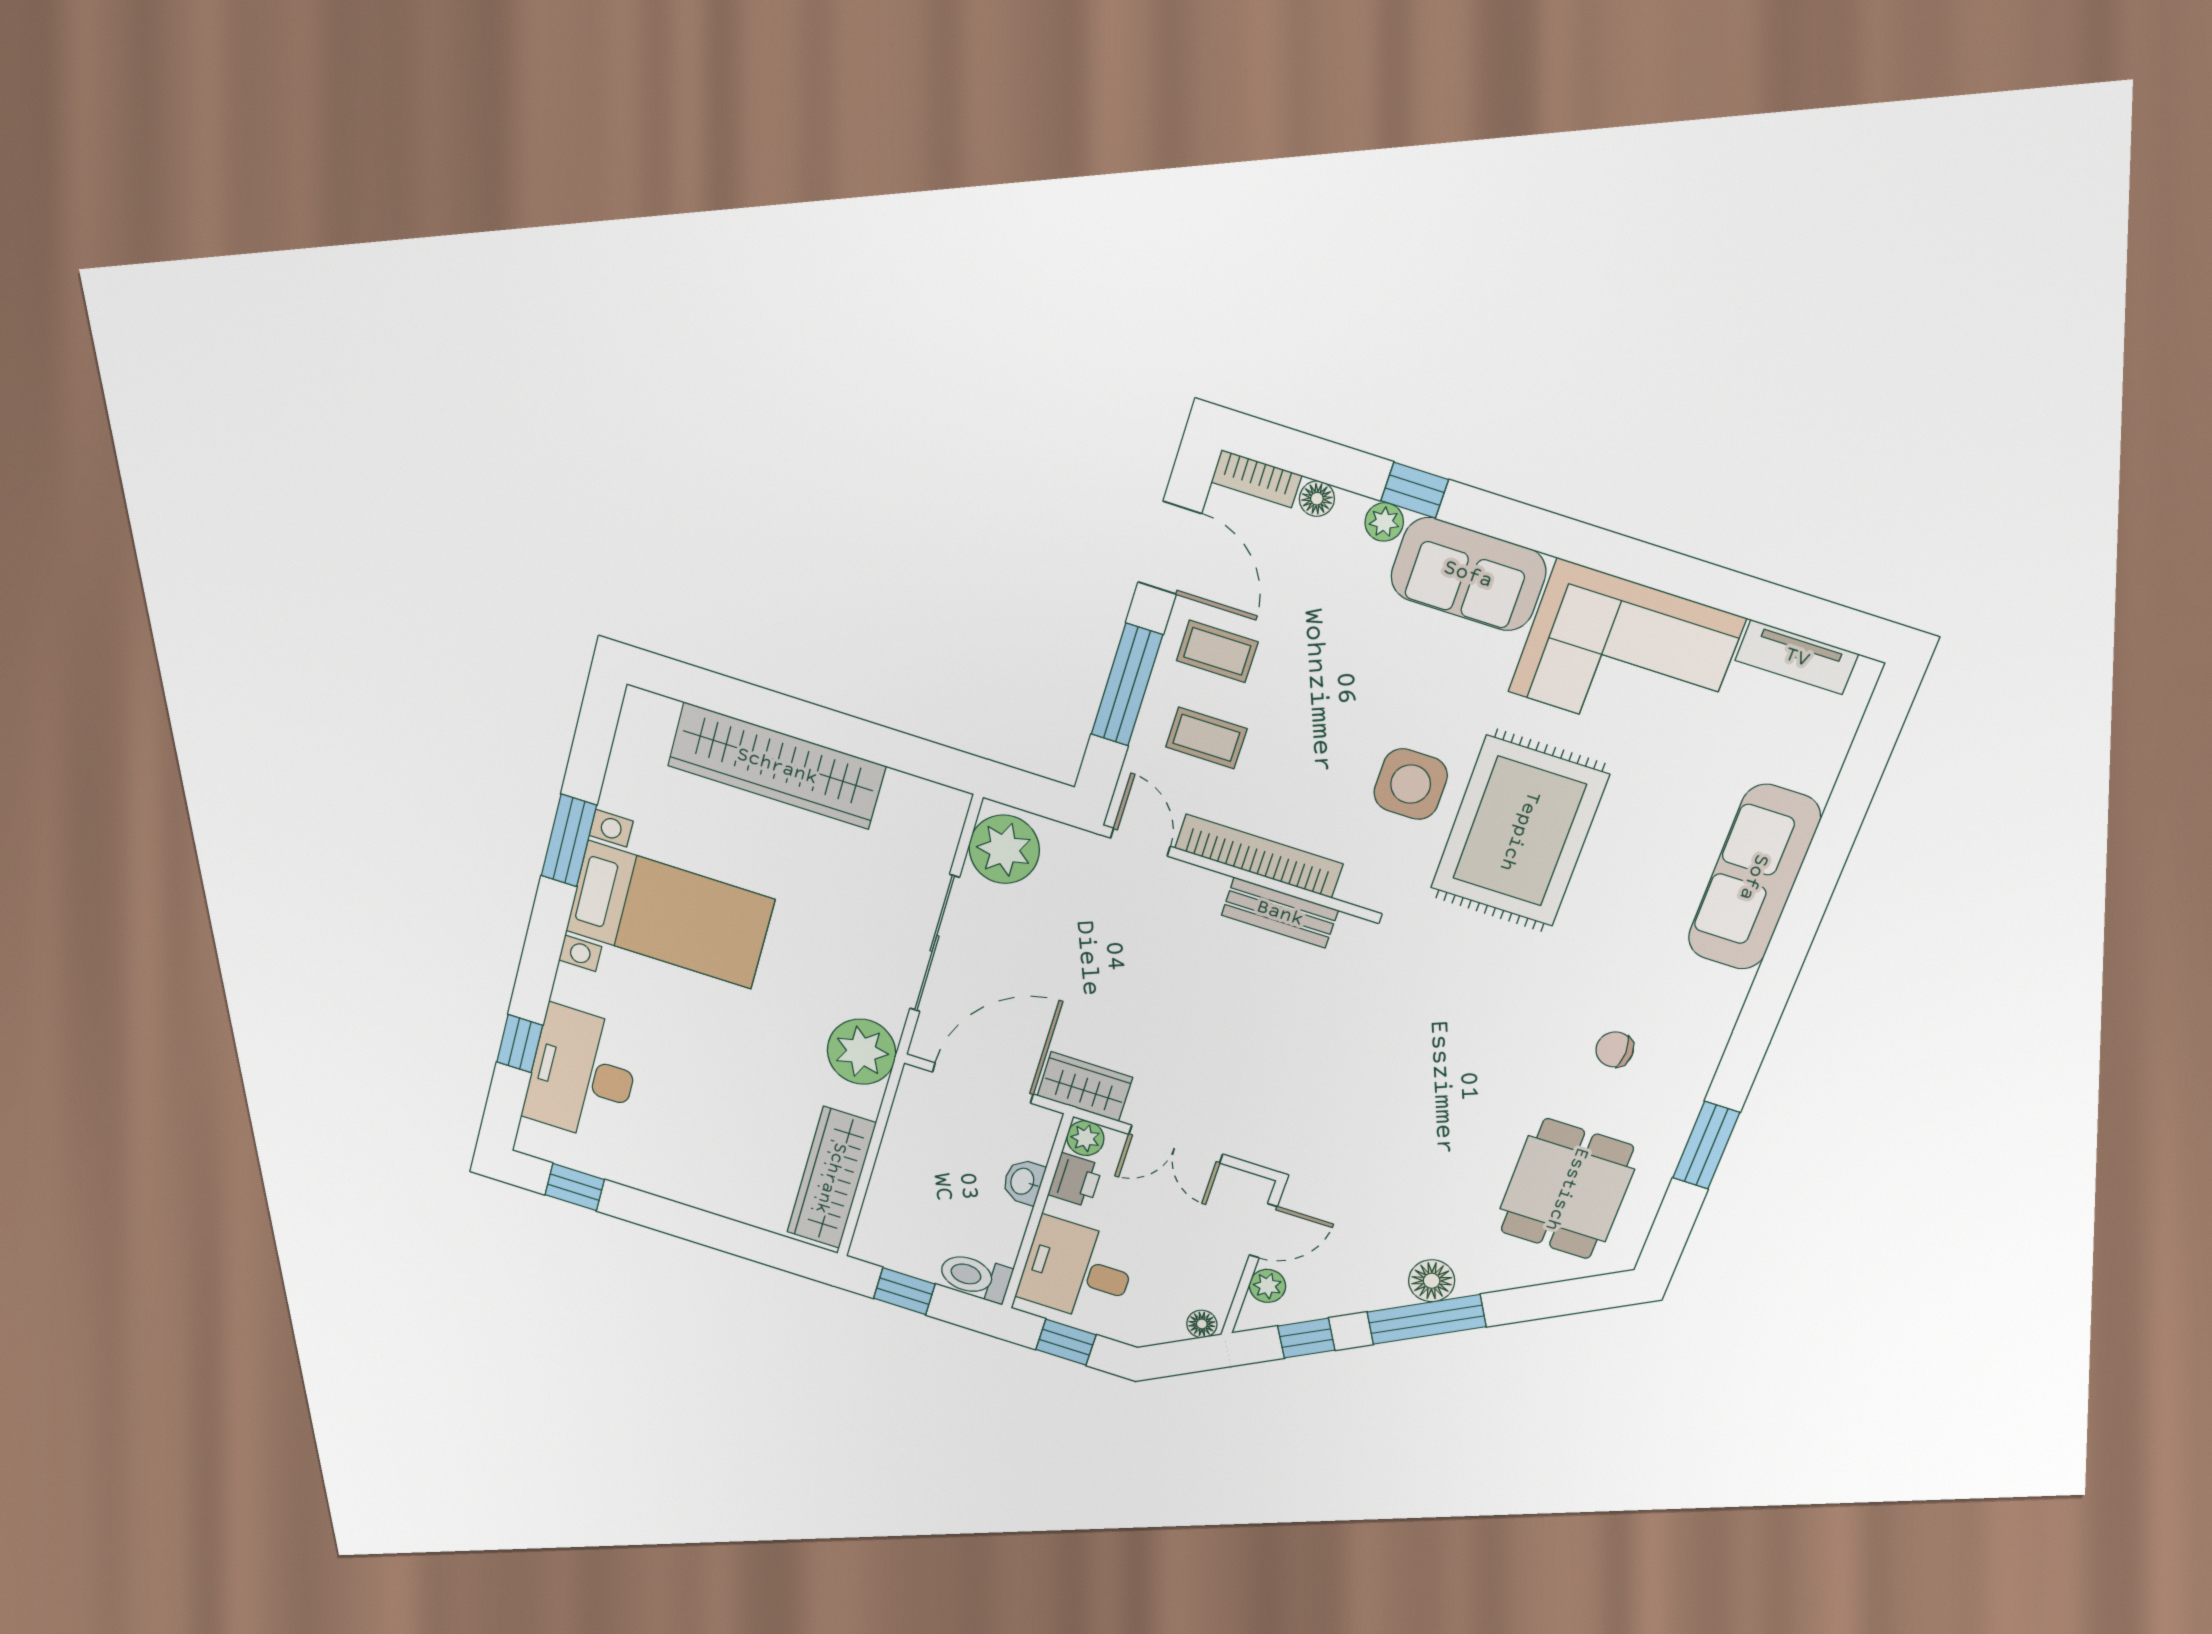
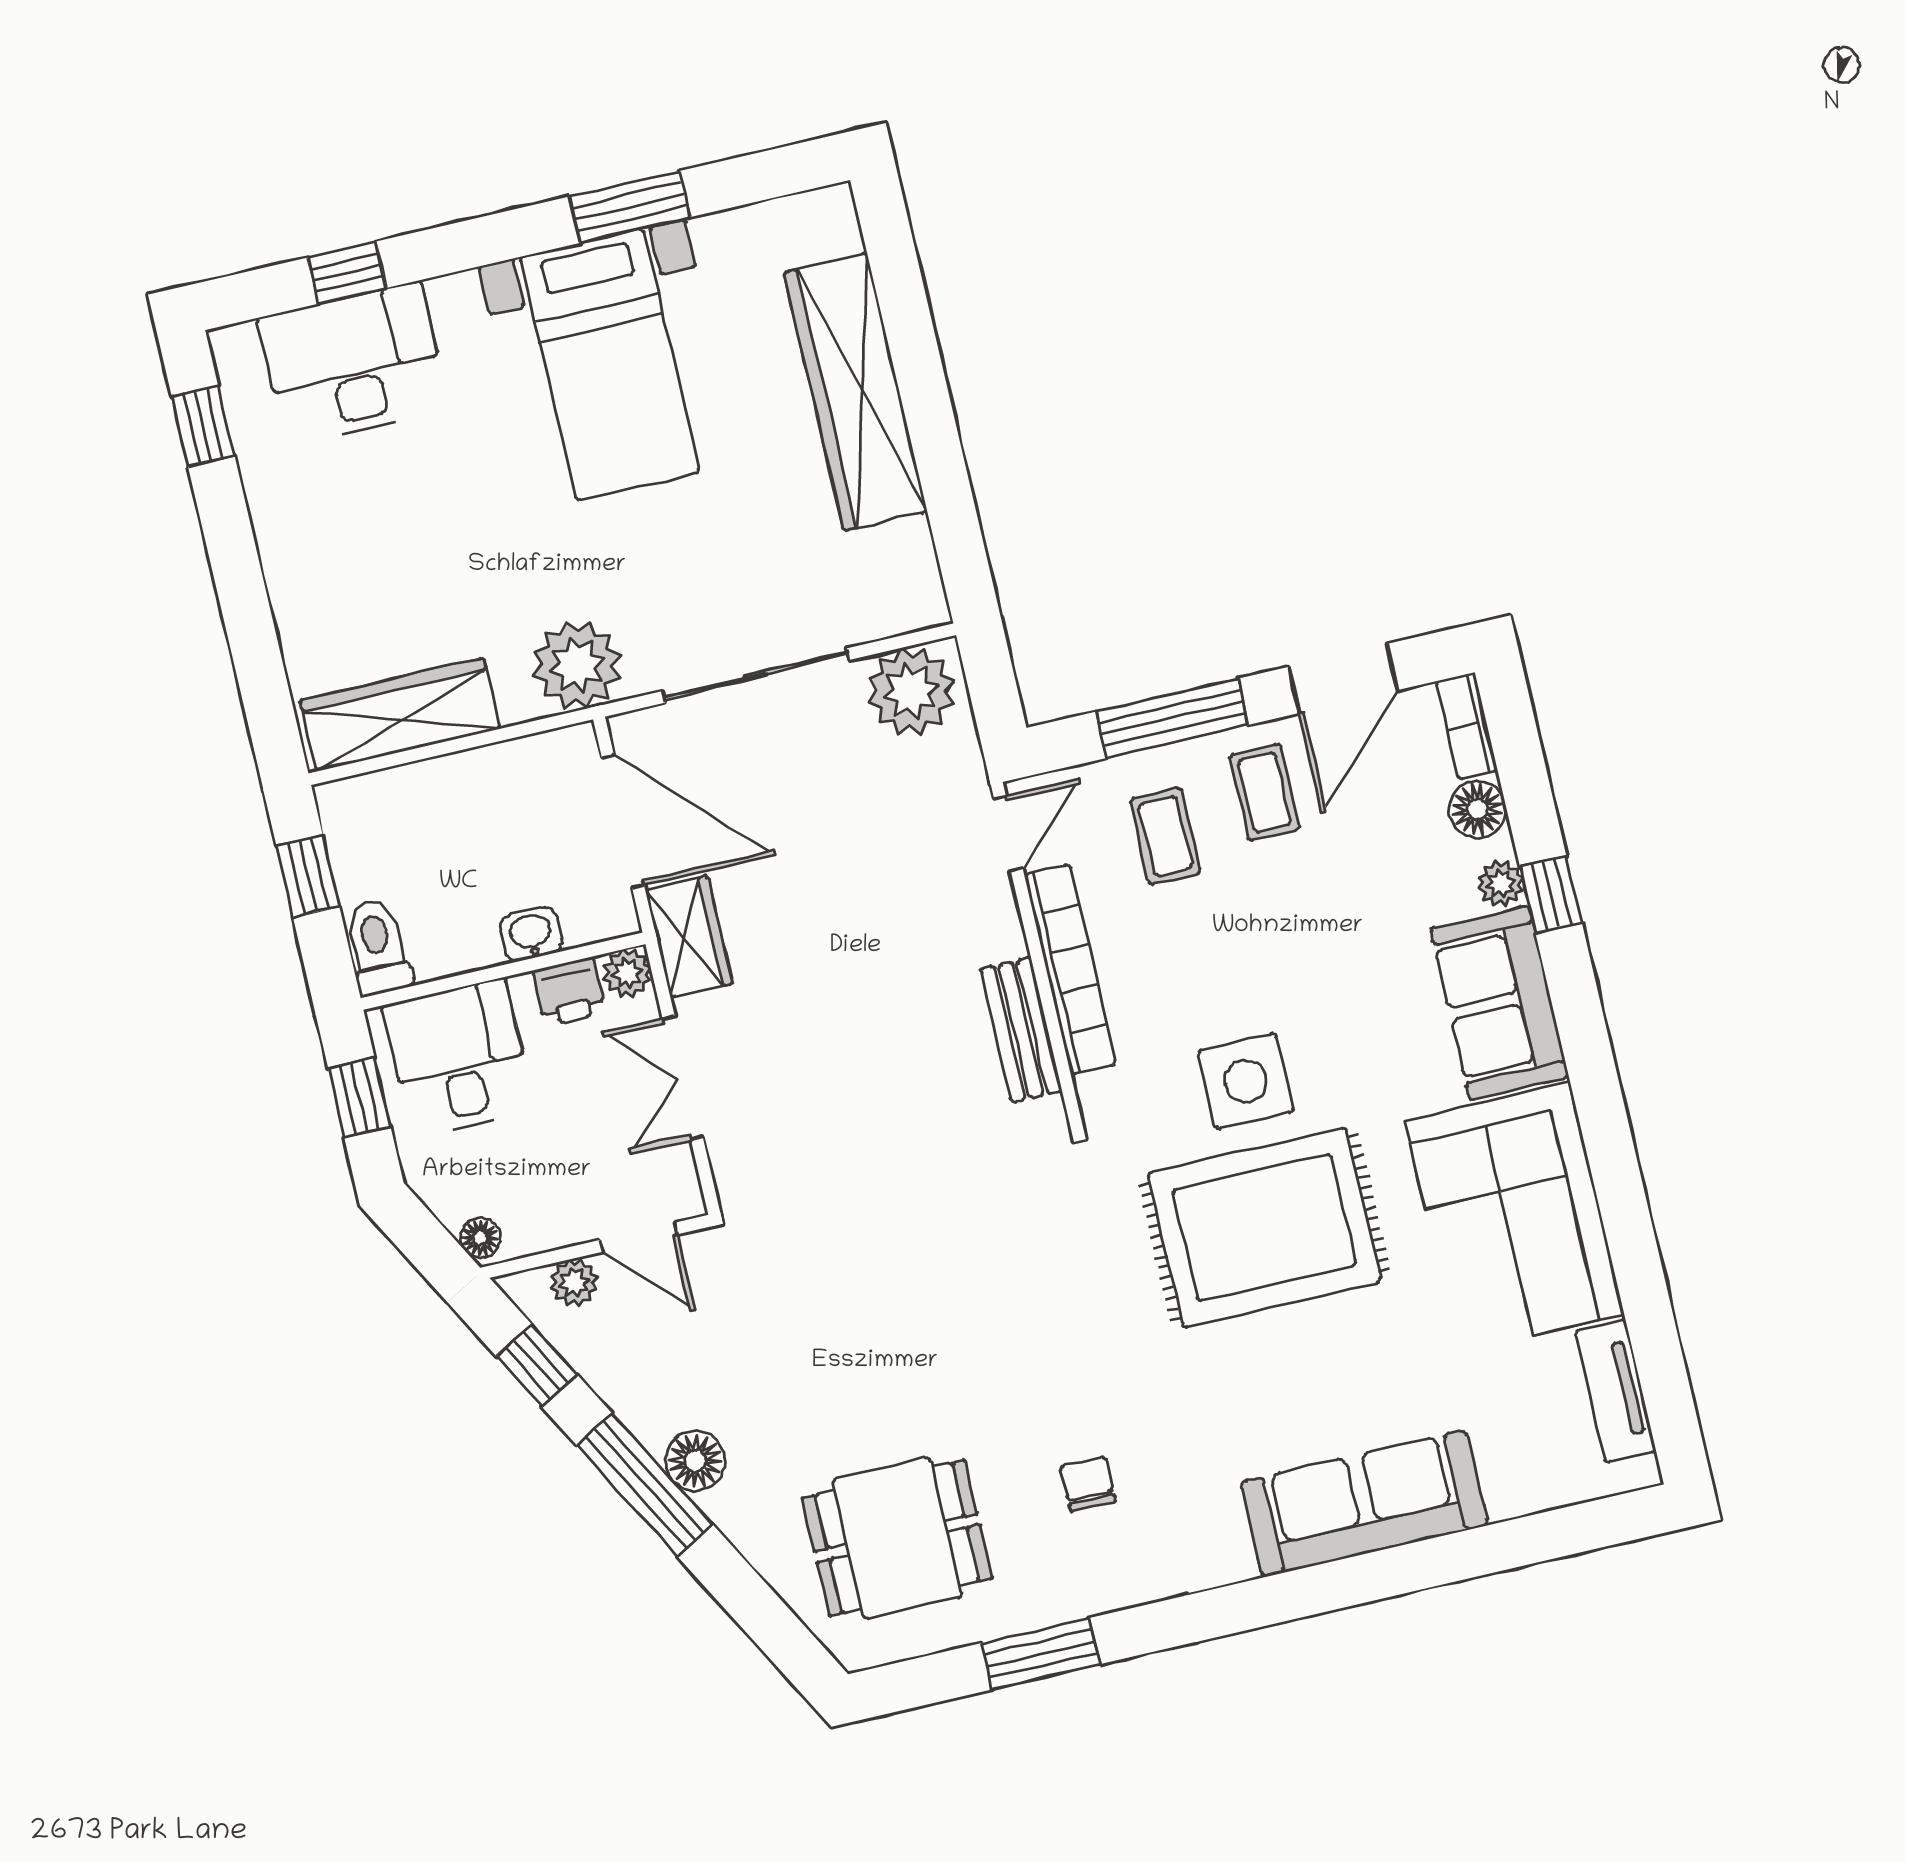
floor lamp: (1317, 499) -> (1478, 809), width x1.37, depth x1.37

